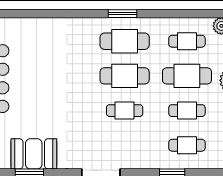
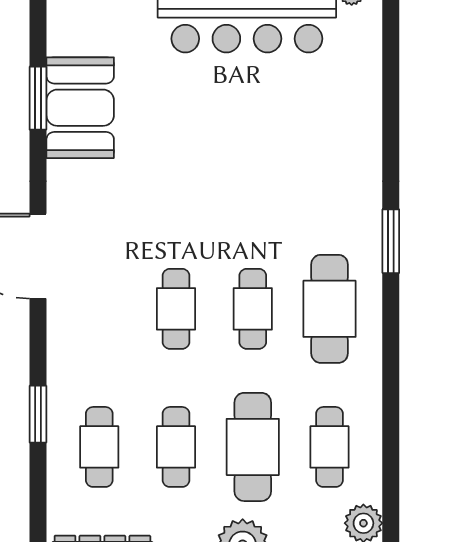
window: (123, 14) -> (391, 241), moved
cafe table: (125, 76) -> (253, 309), width x0.73, depth x0.74

